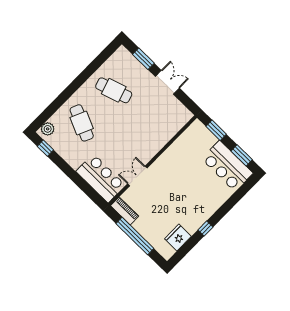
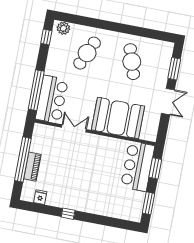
booth: (153, 133) -> (118, 118), added
bar counter: (227, 166) -> (138, 166), moved
window: (84, 186) -> (36, 90), added
piano: (125, 211) -> (32, 167), moved
fridge: (178, 238) -> (40, 197), width x0.53, depth x0.75

